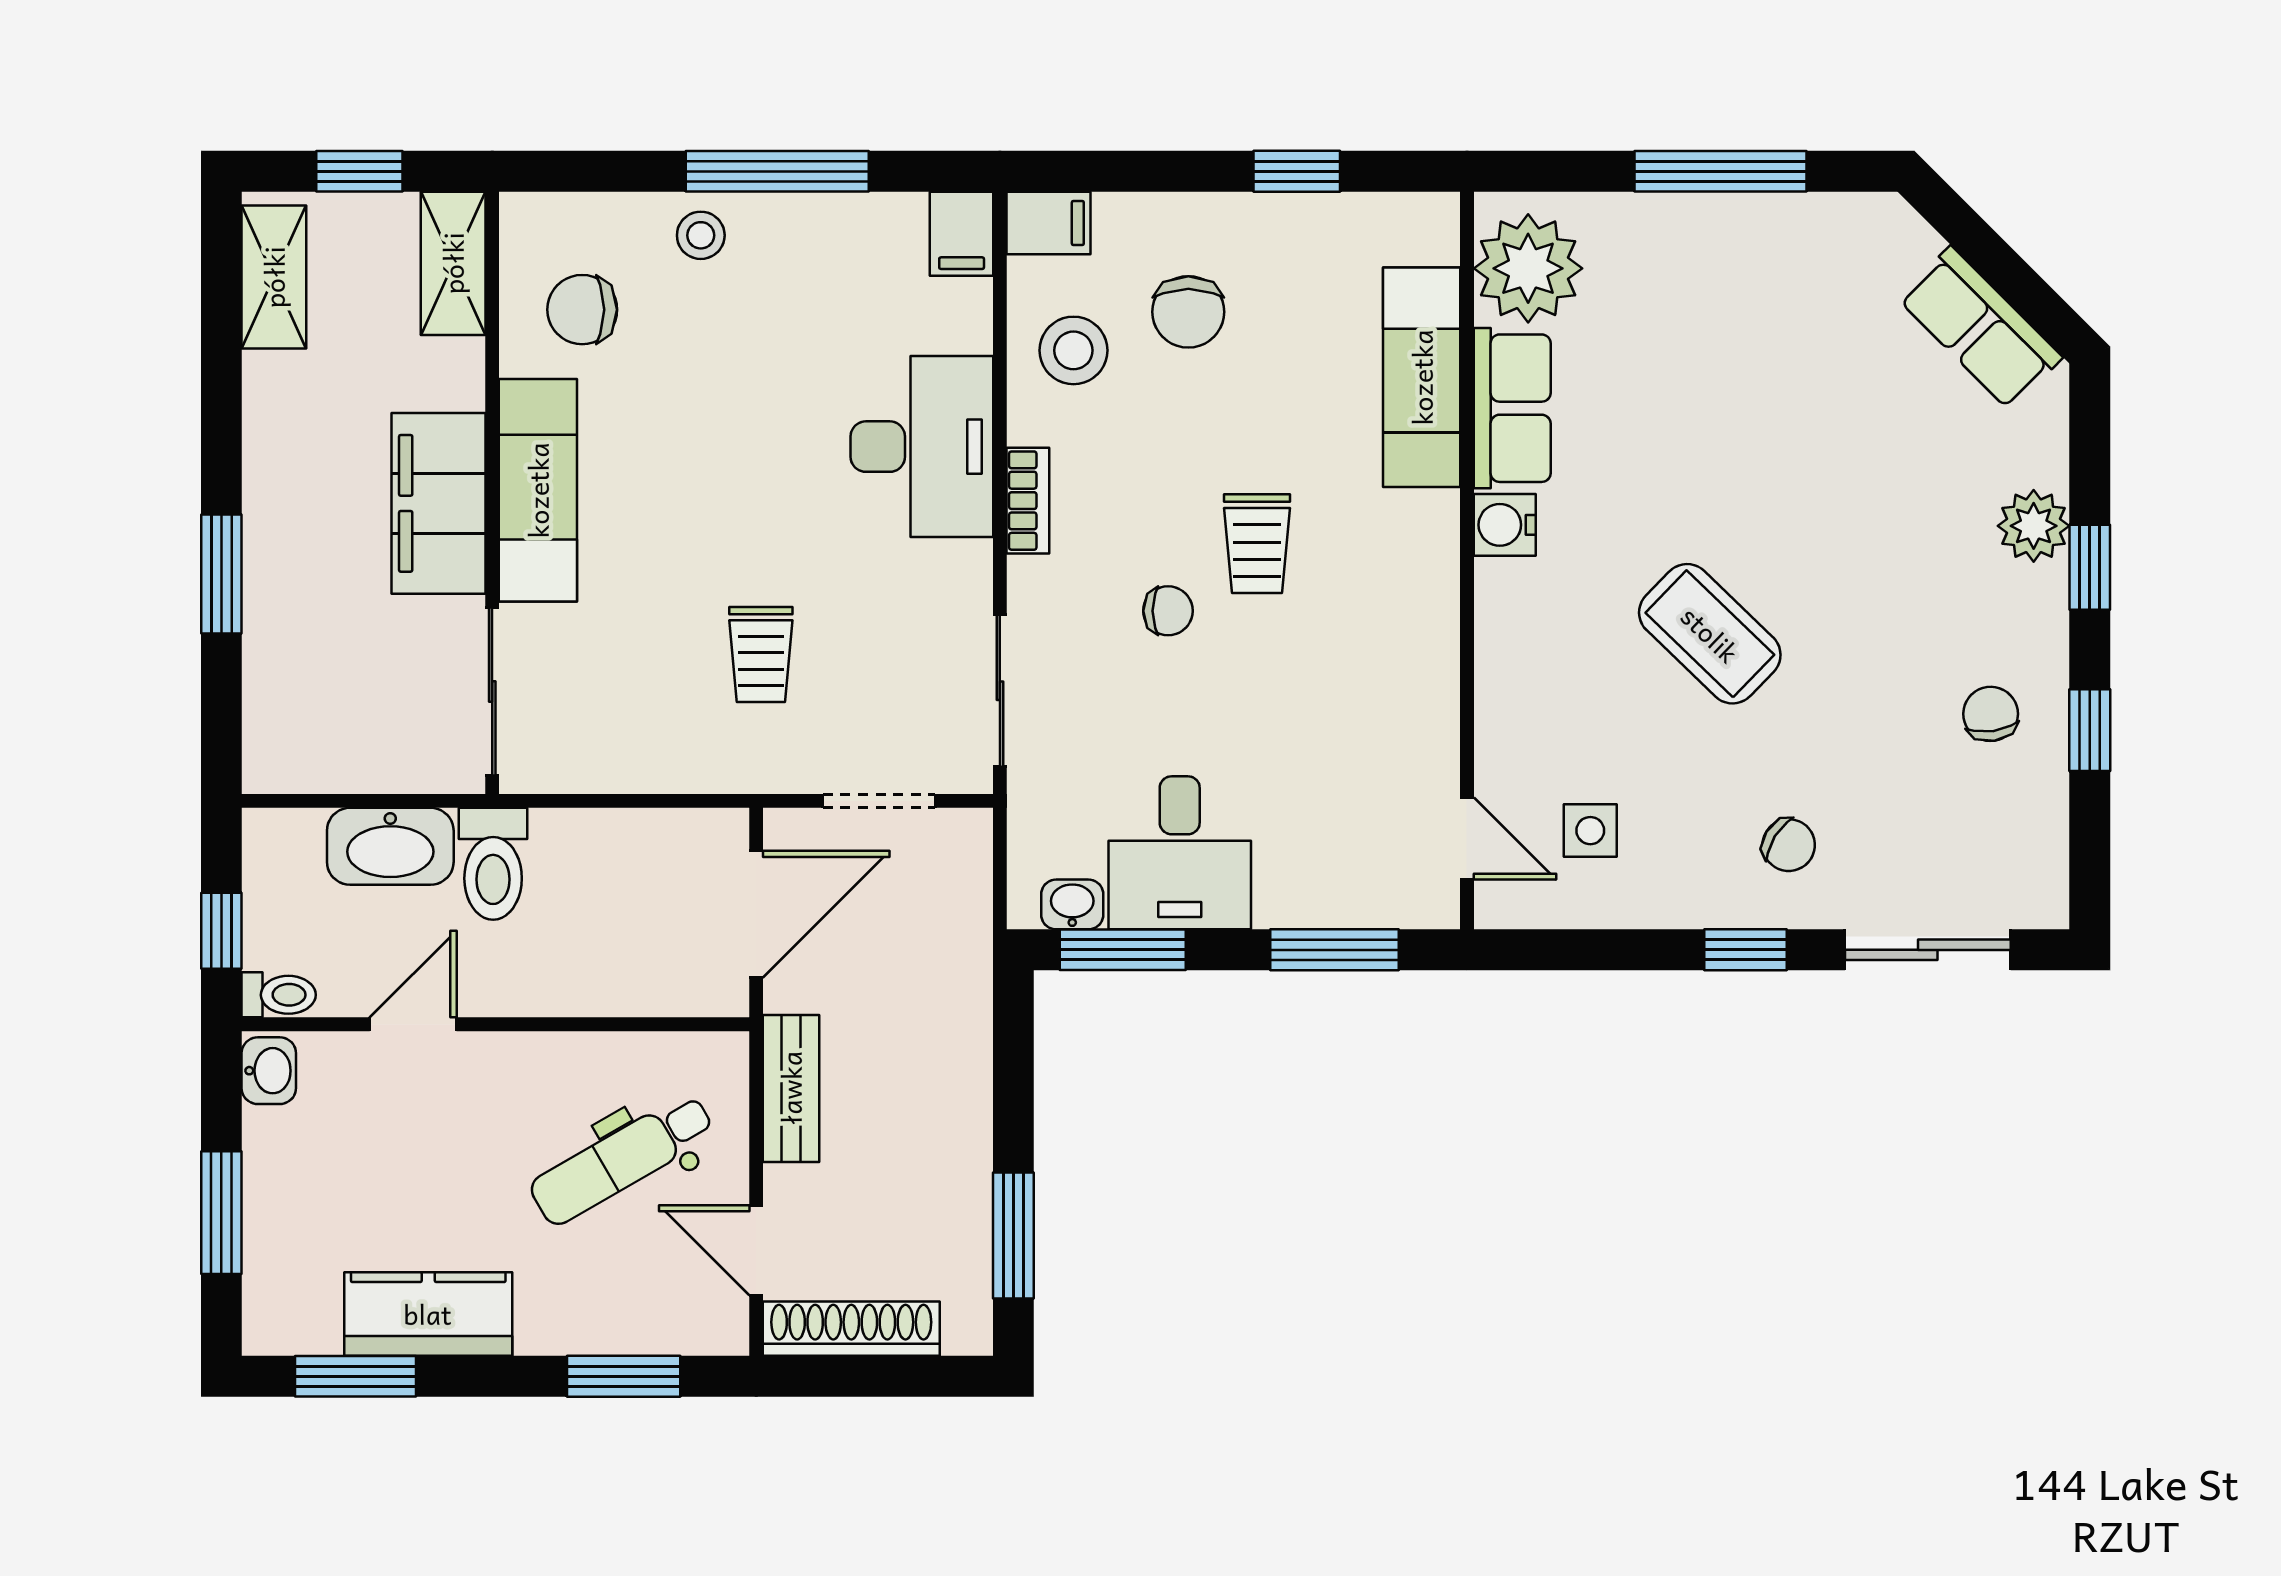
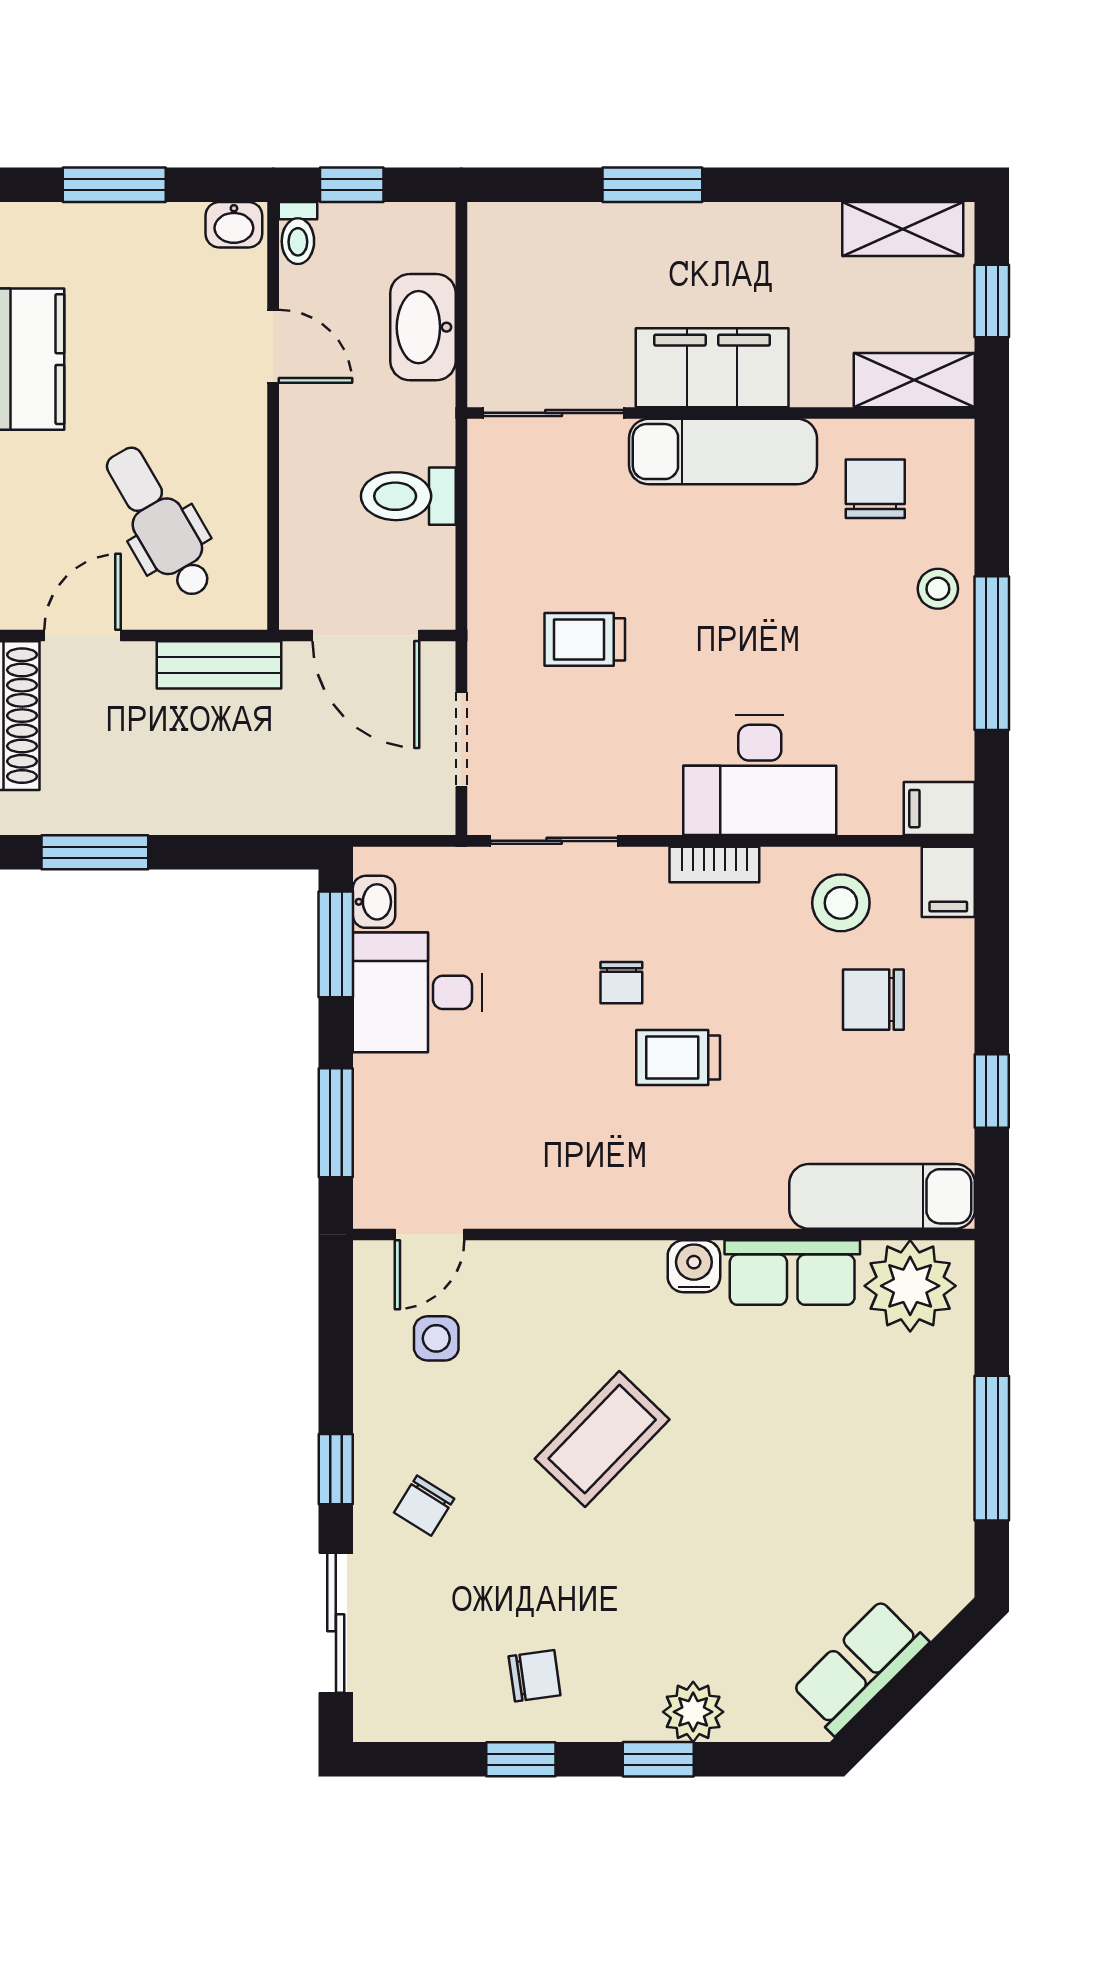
exam couch: (1422, 377) -> (882, 1196), moved
toilet: (493, 864) -> (408, 496), moved

